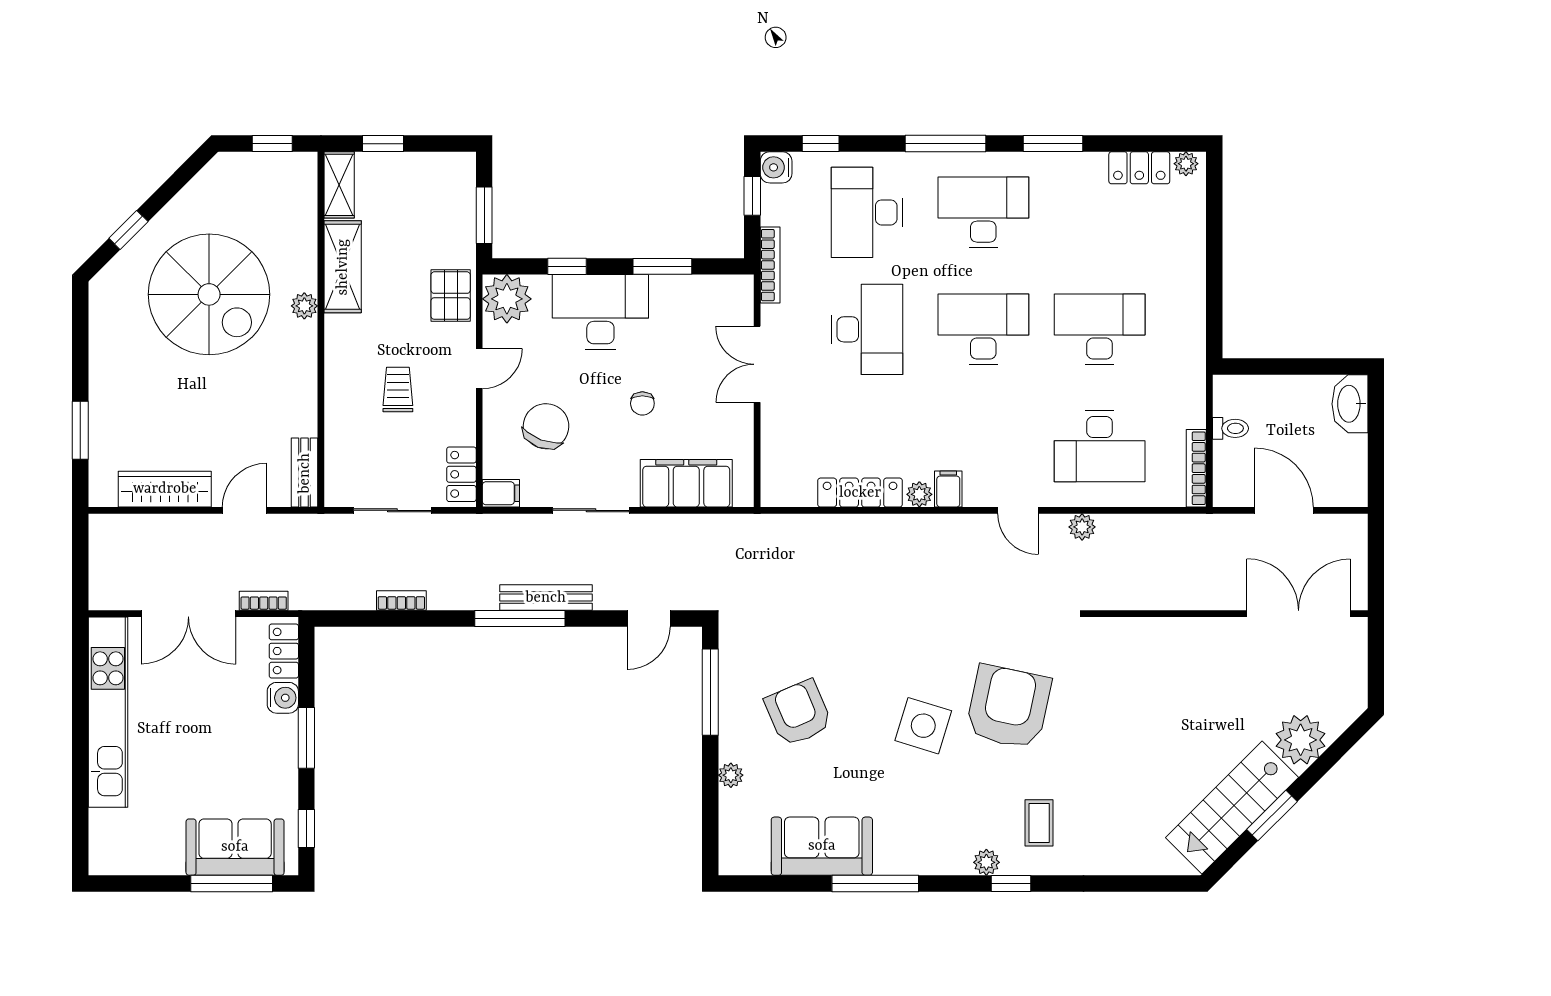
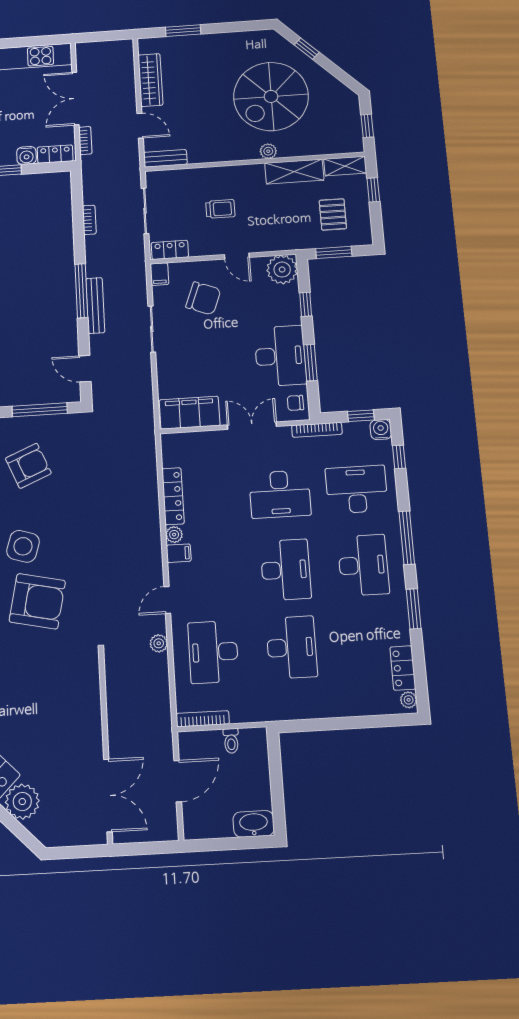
pallet: (451, 296) -> (333, 214), moved, turned 90
desk: (600, 312) -> (280, 356), moved
chair: (642, 403) -> (295, 403), moved
filing cabinet: (686, 483) -> (190, 413), moved, turned -90

